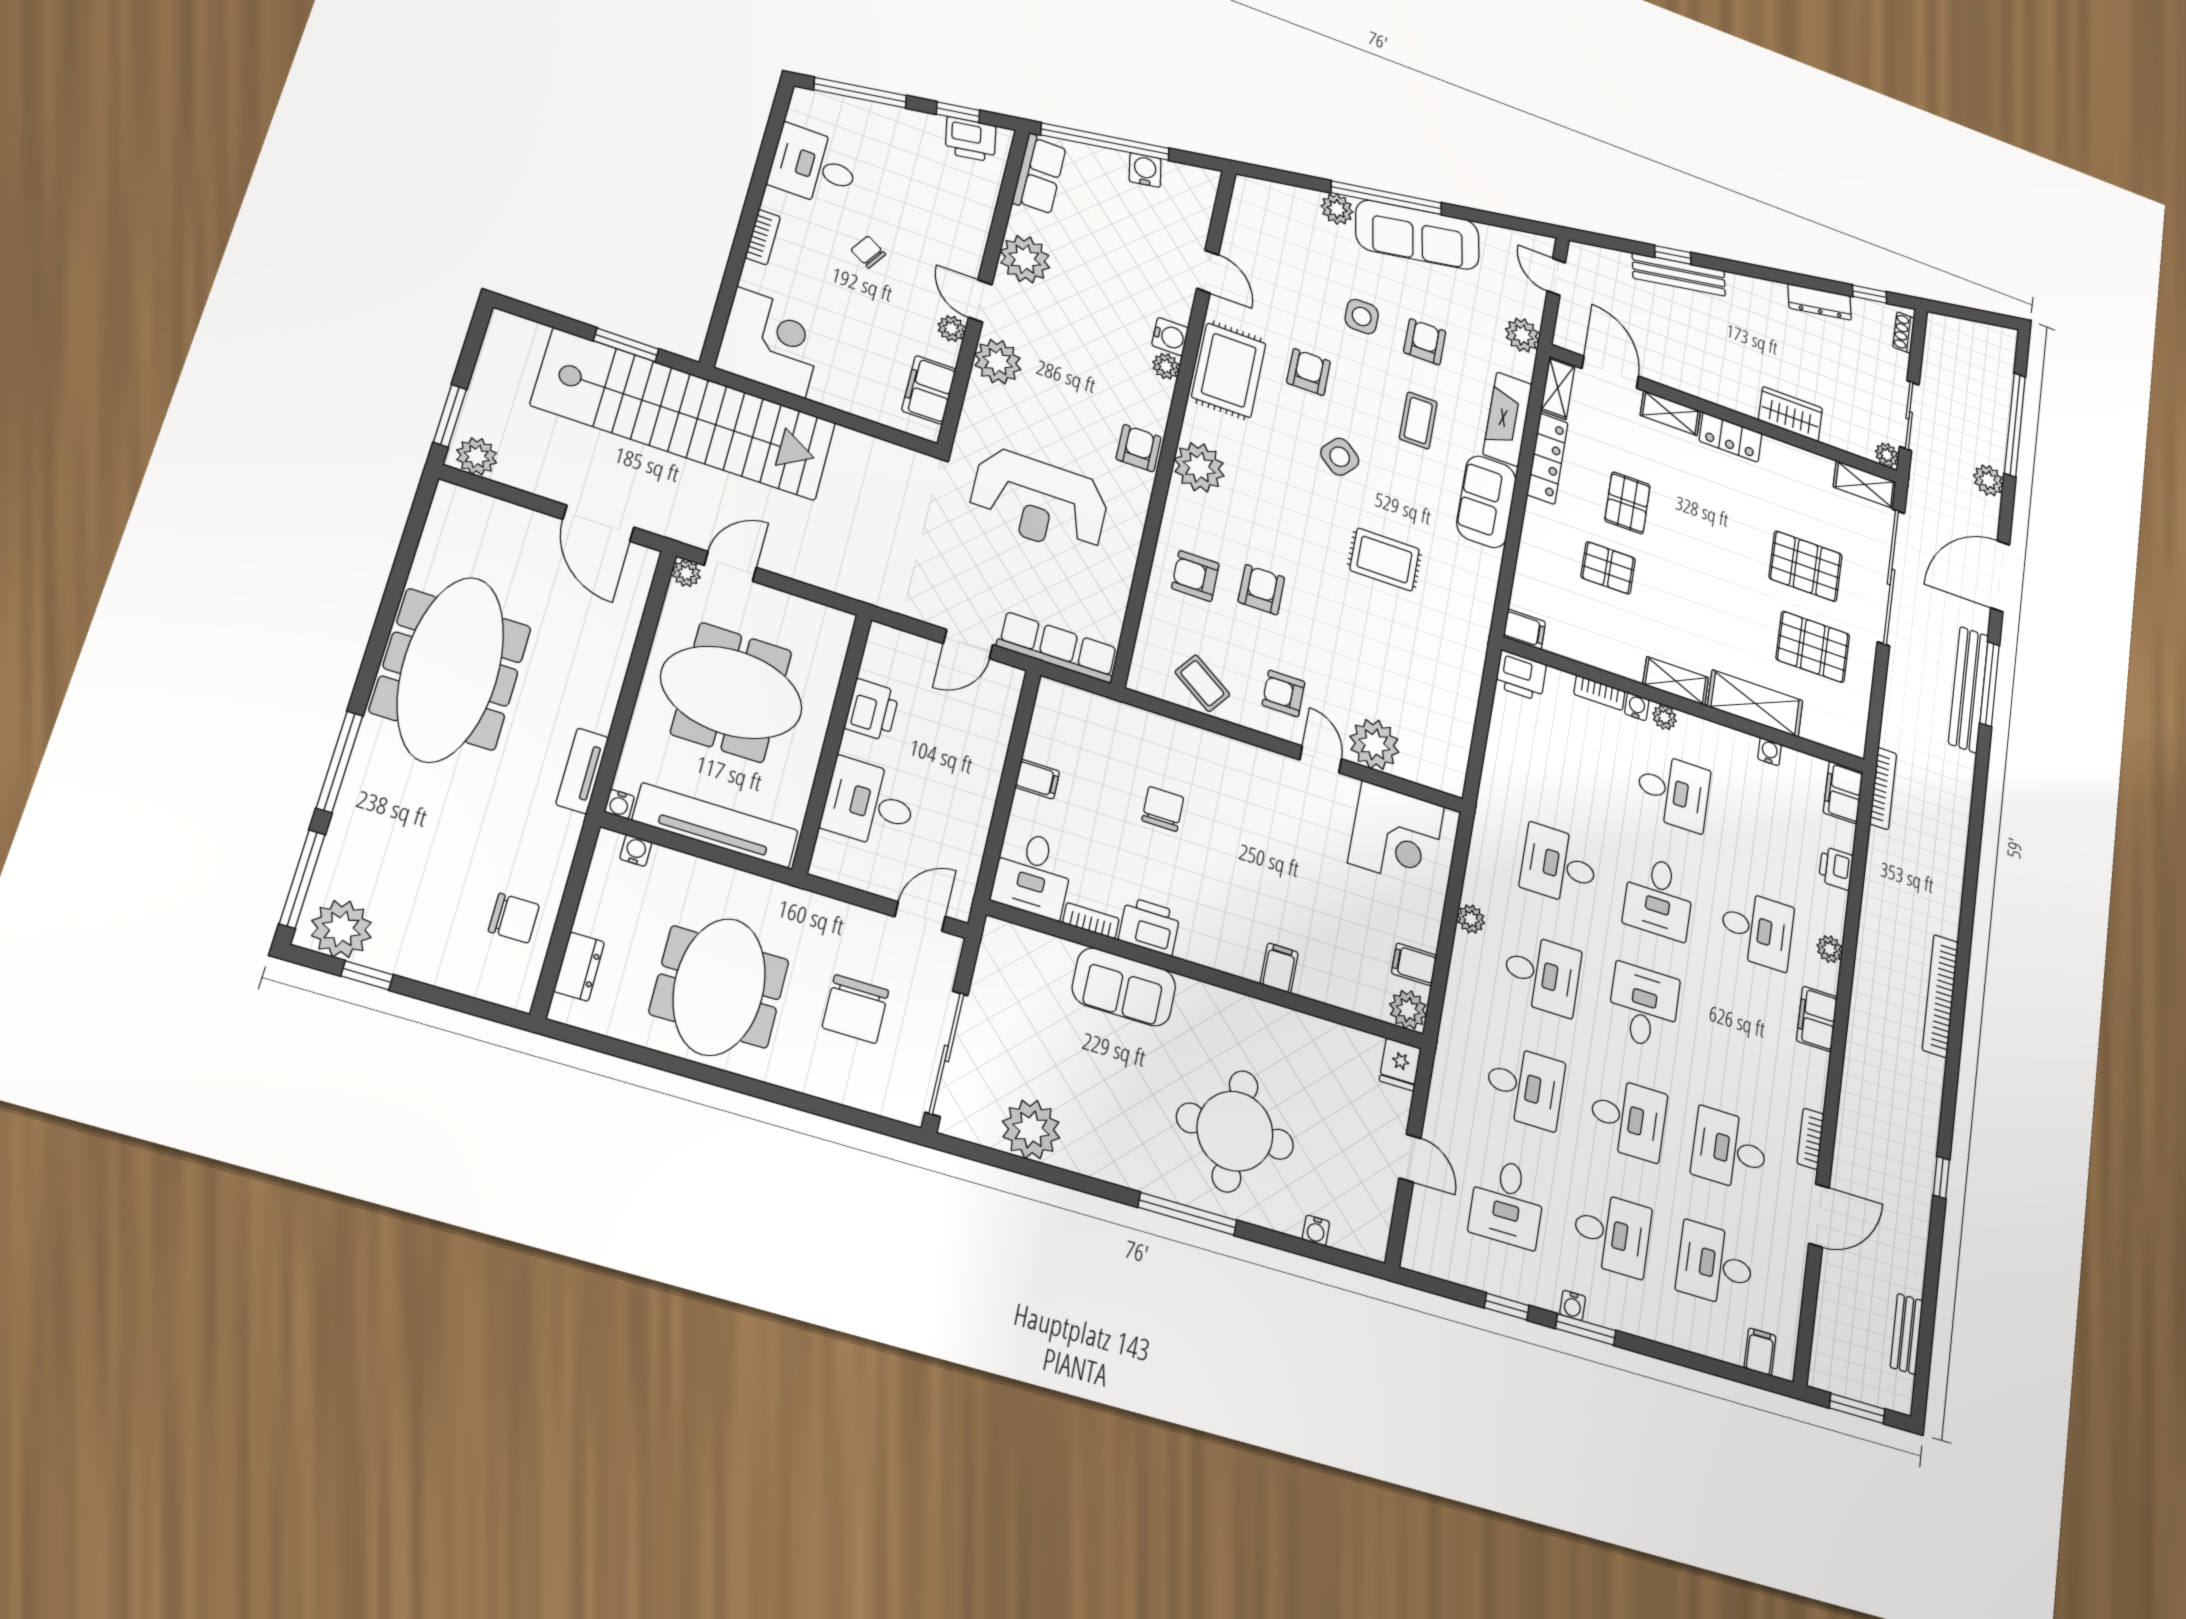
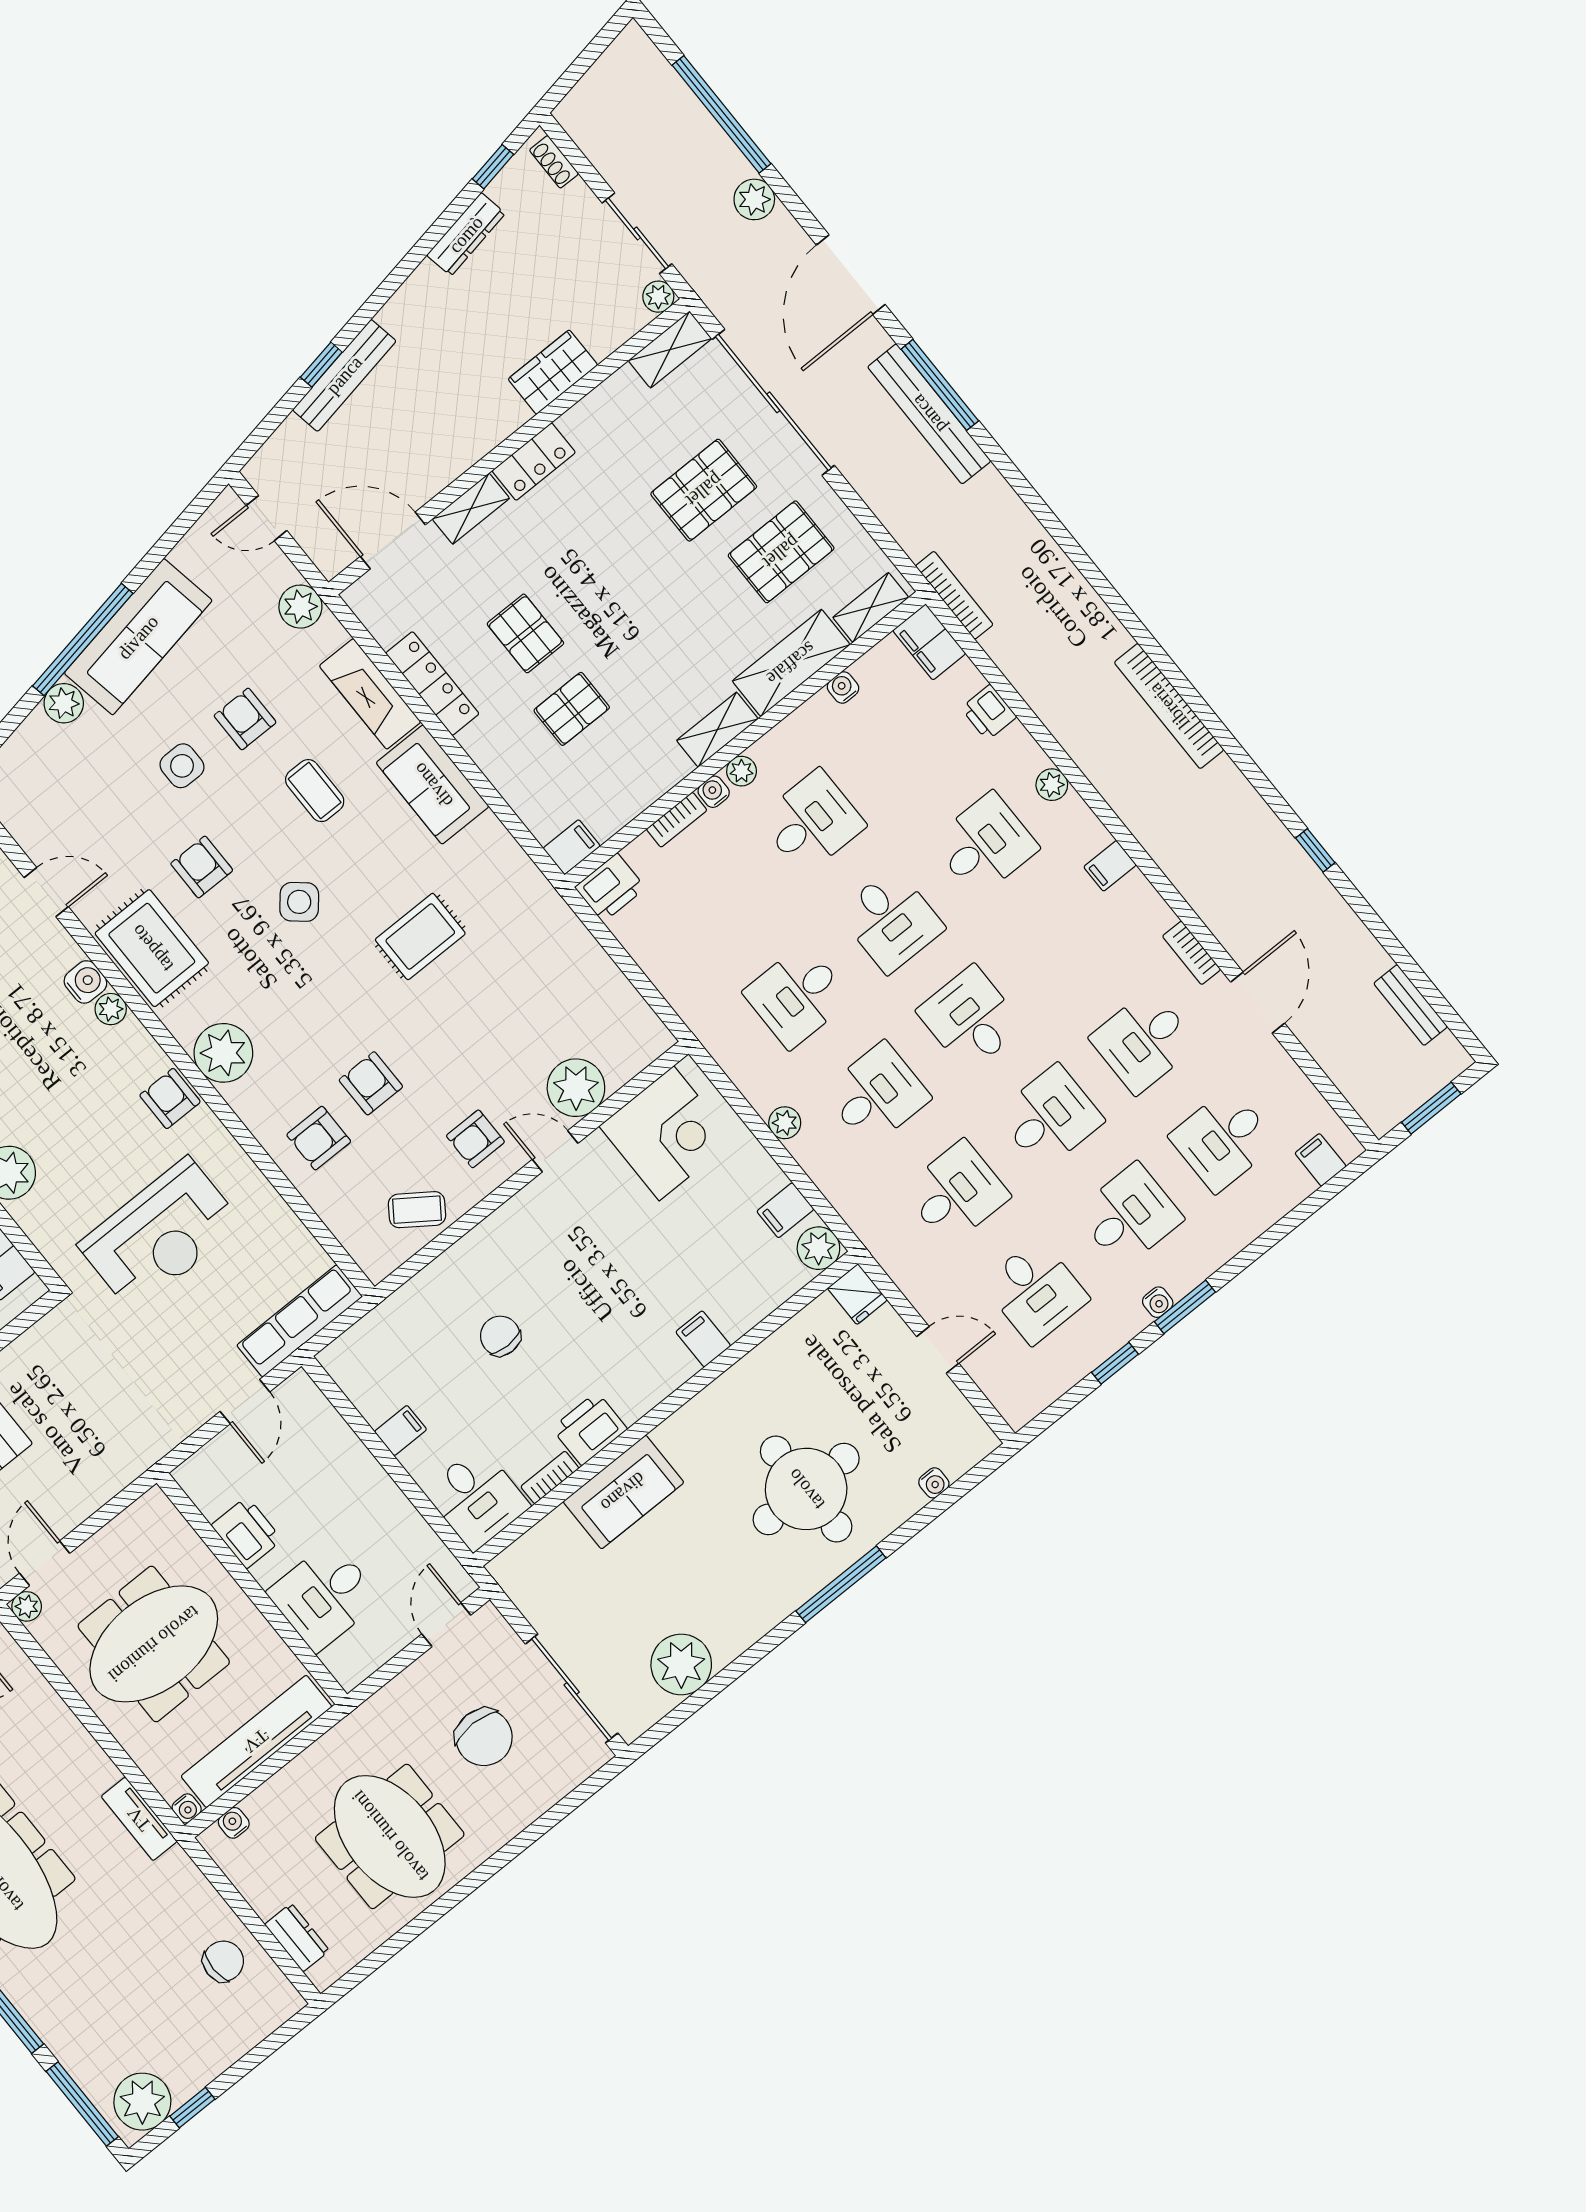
shelving: (1558, 388) -> (871, 607), moved, turned 90
filing cabinet: (1817, 1019) -> (1110, 866), width x0.50

